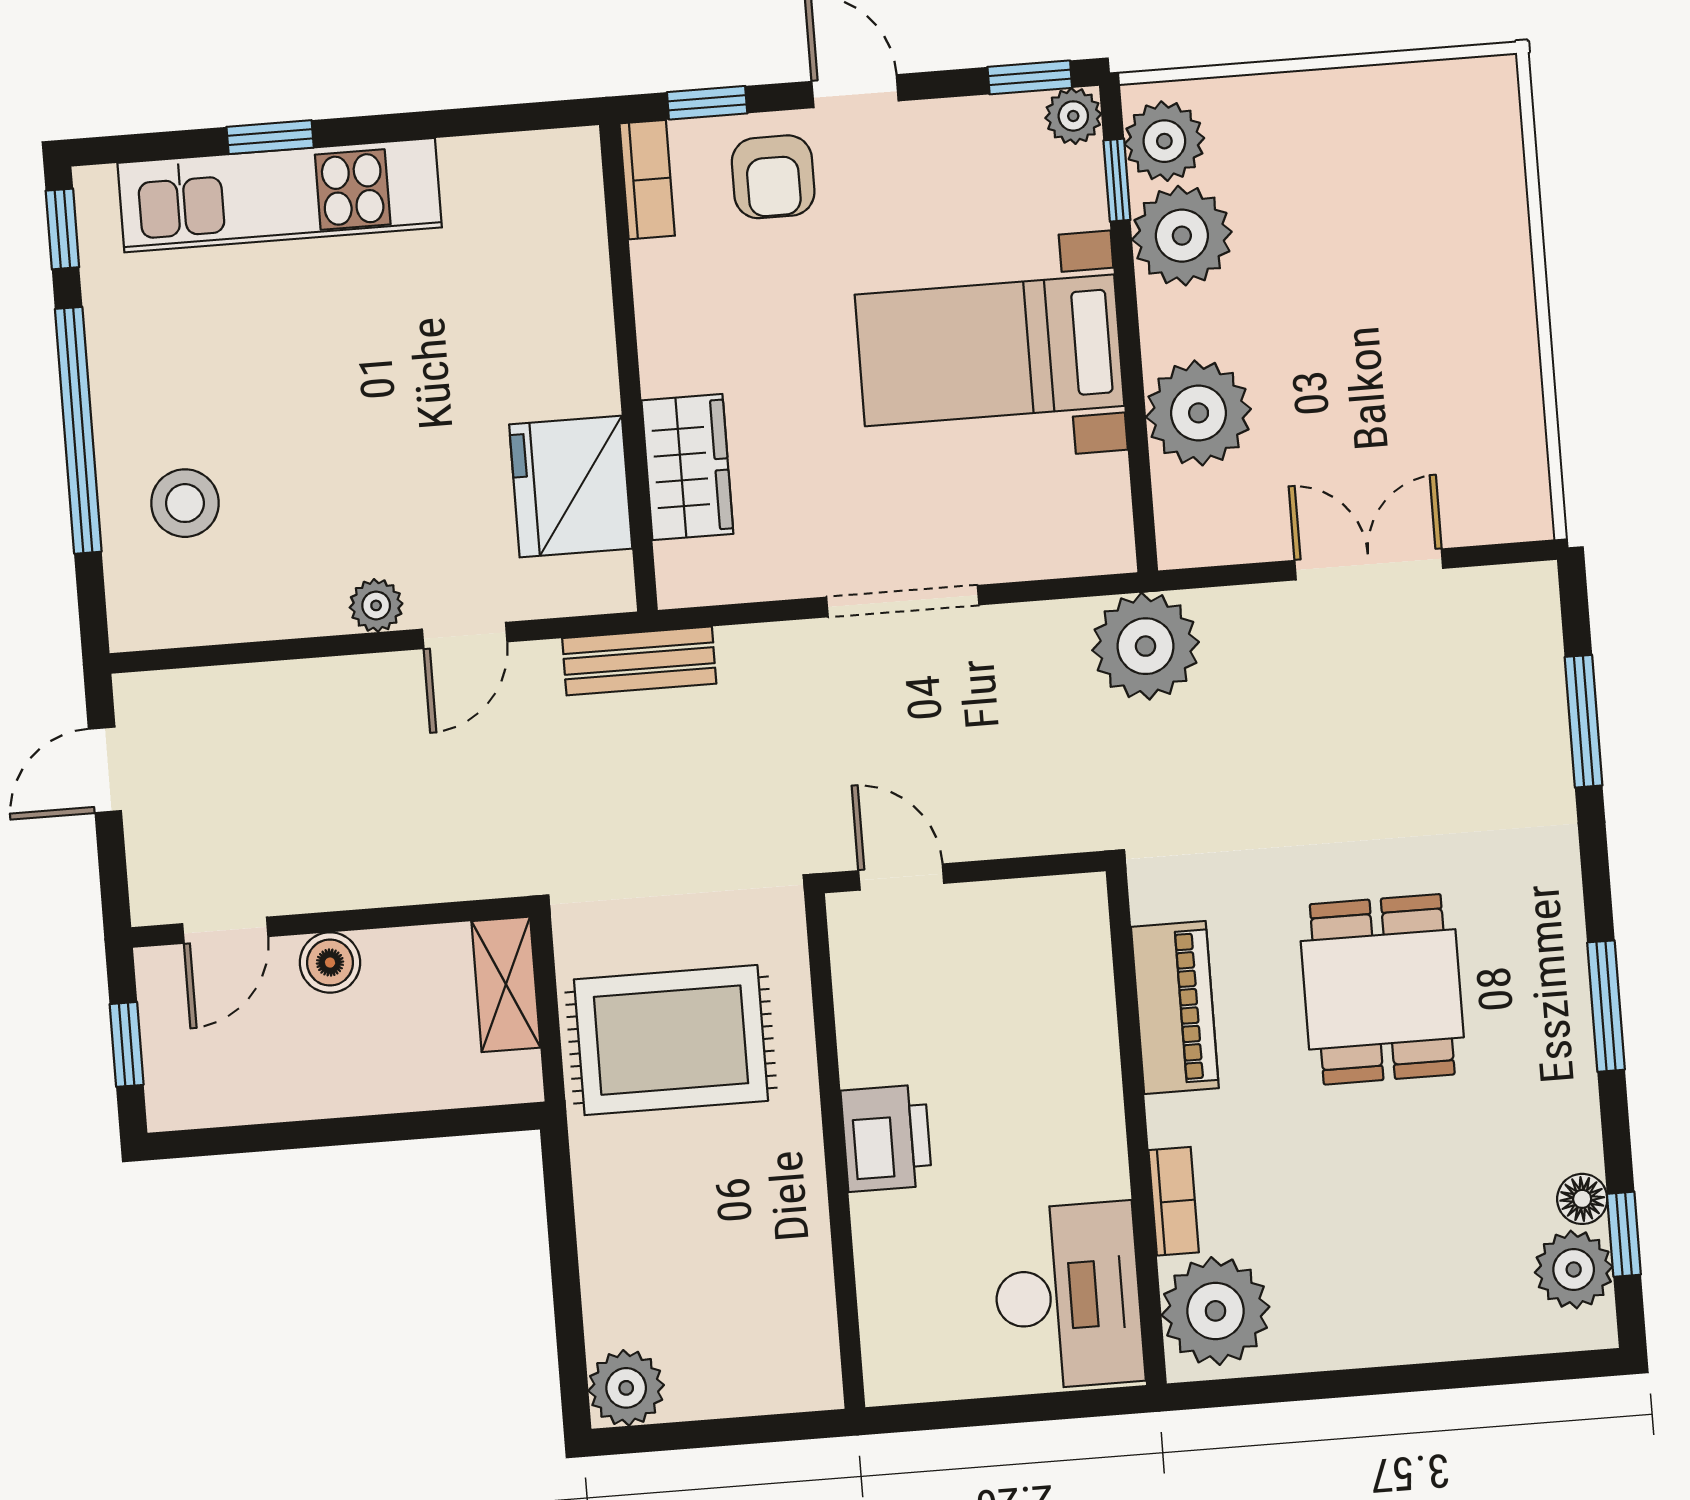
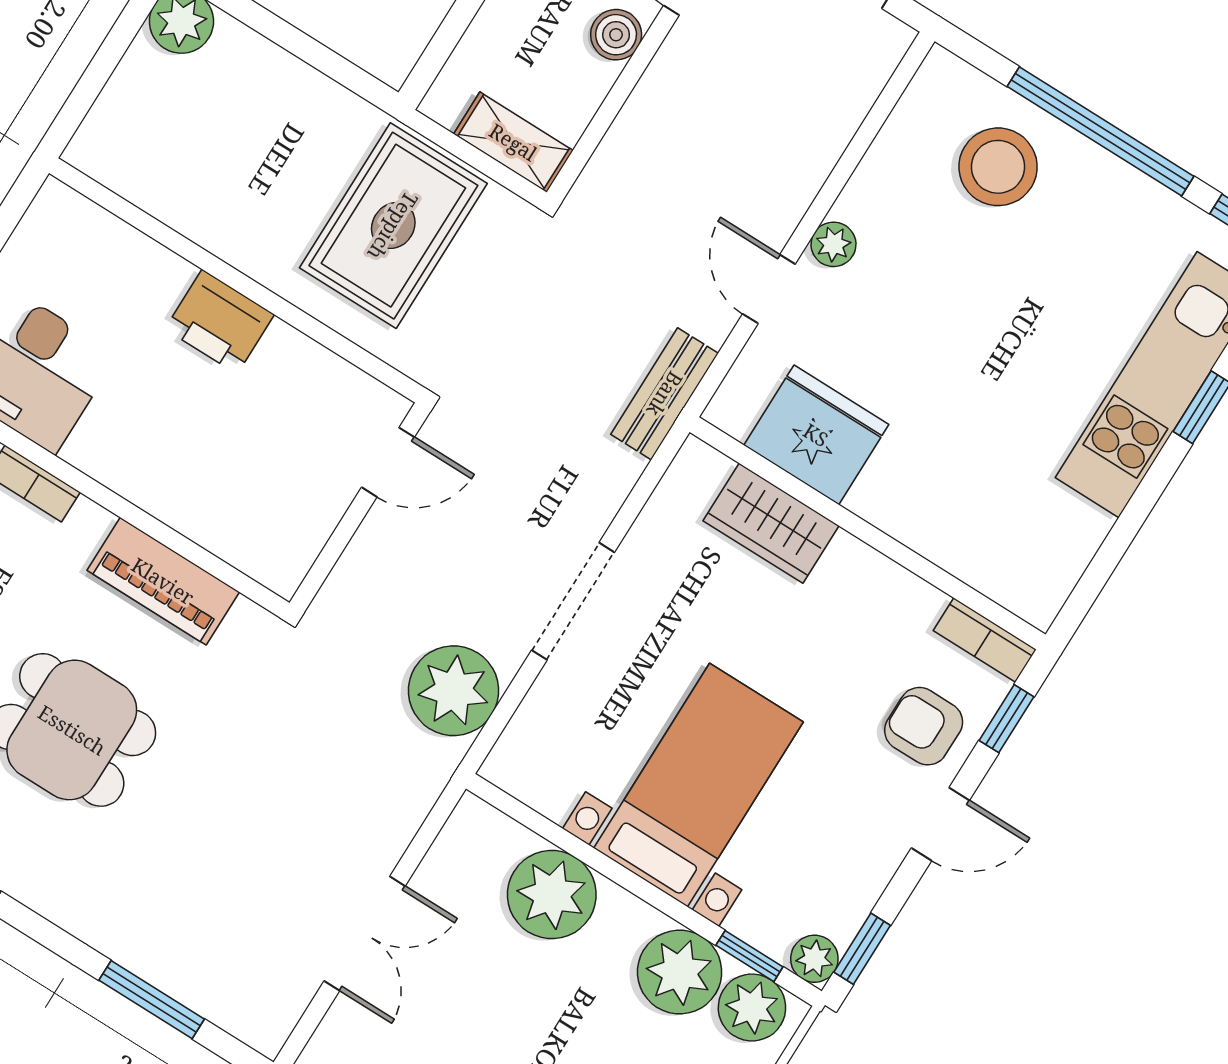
stool: (185, 503) -> (998, 167), width x1.38, depth x1.38
plant: (1146, 646) -> (454, 691), moved

